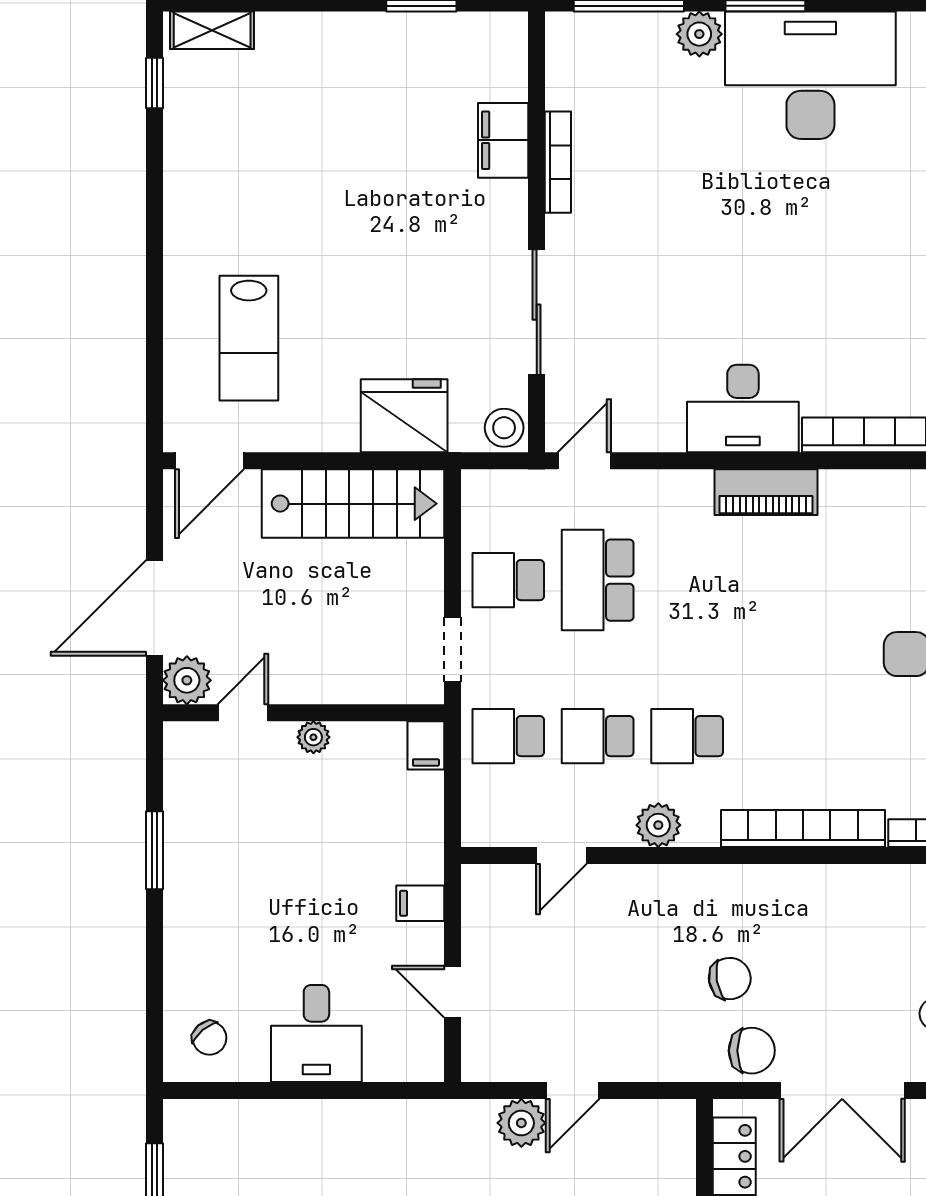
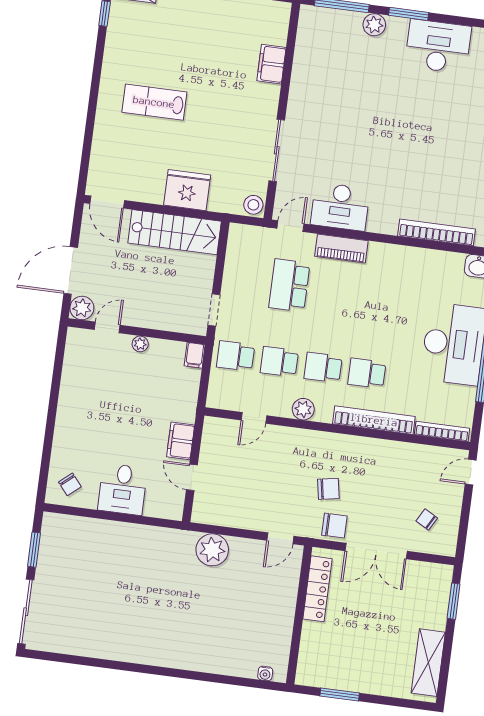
desk: (810, 75) -> (438, 46), width x0.73, depth x0.77
bookcase: (558, 162) -> (297, 78), removed
lab bench: (249, 338) -> (154, 102), moved, turned 90
desk: (743, 409) -> (340, 207), moved
fridge: (404, 416) -> (187, 190), moved
door: (209, 461) -> (107, 202), hinge flipped
piano: (766, 492) -> (341, 248), moved
school desk: (508, 580) -> (367, 373), moved
window: (154, 850) -> (55, 389), removed
filing cabinet: (420, 903) -> (181, 441), width x2.00
door: (573, 1091) -> (280, 538), moved
plant: (521, 1123) -> (212, 550), width x1.36, depth x1.36

